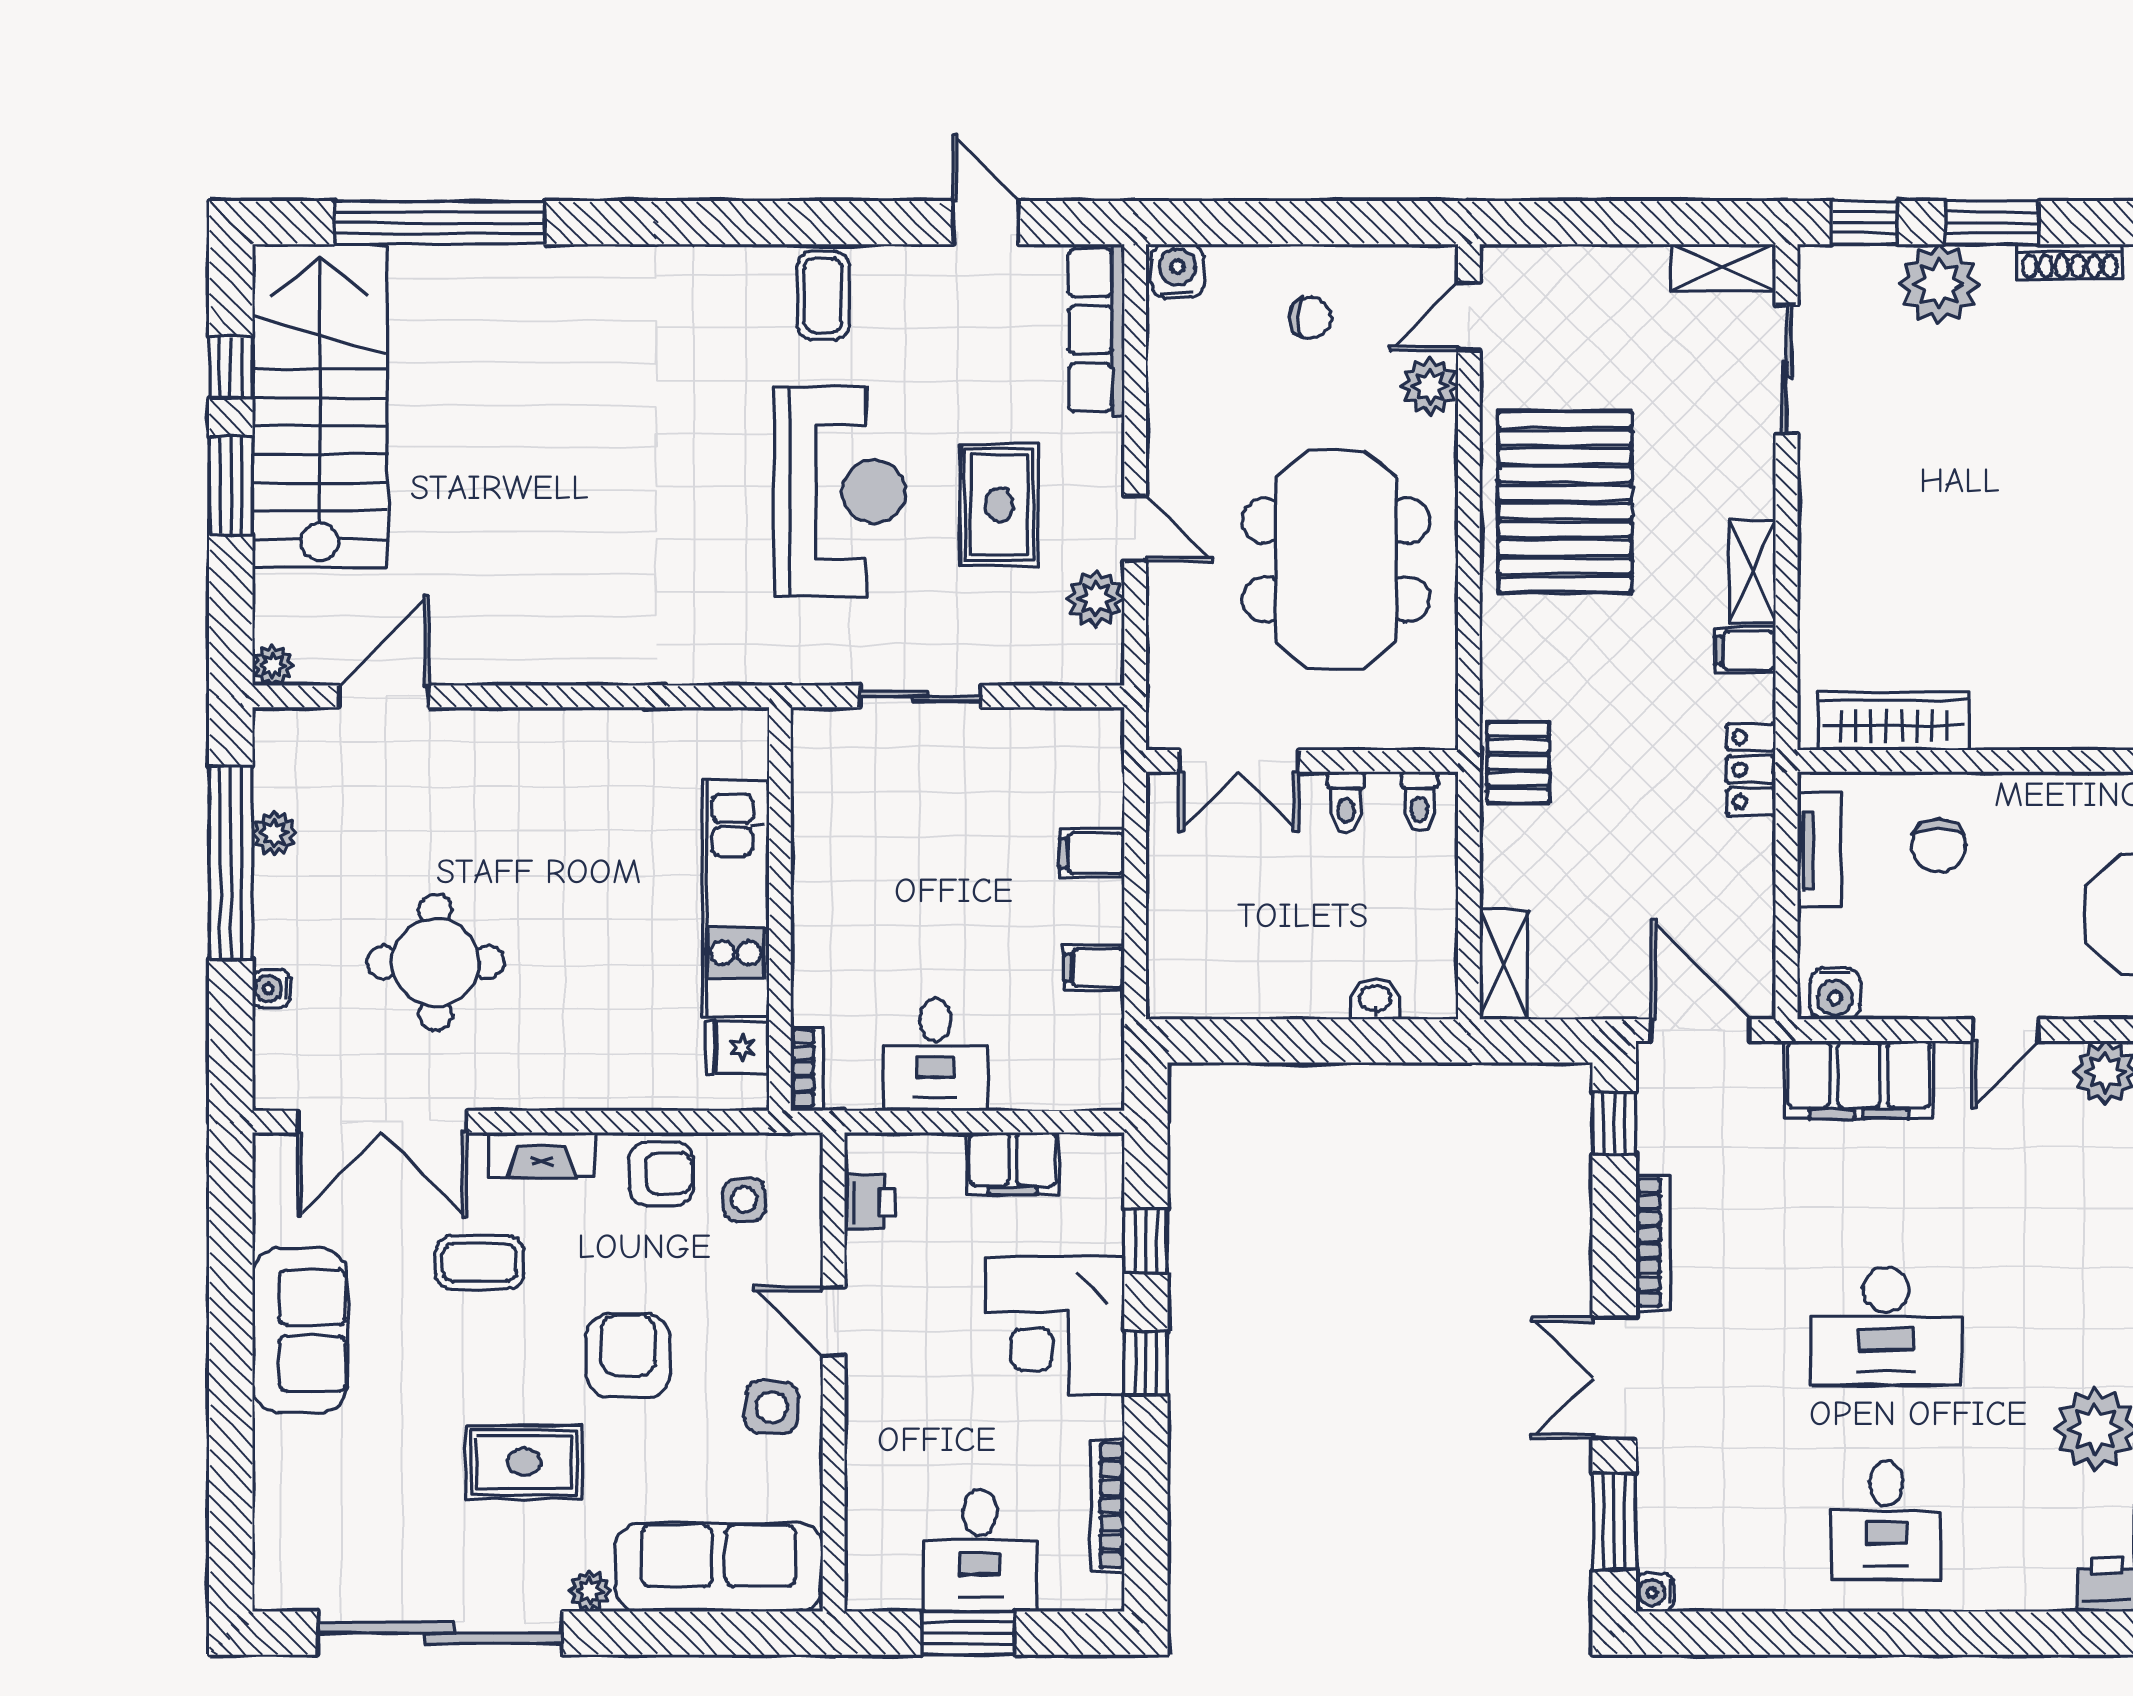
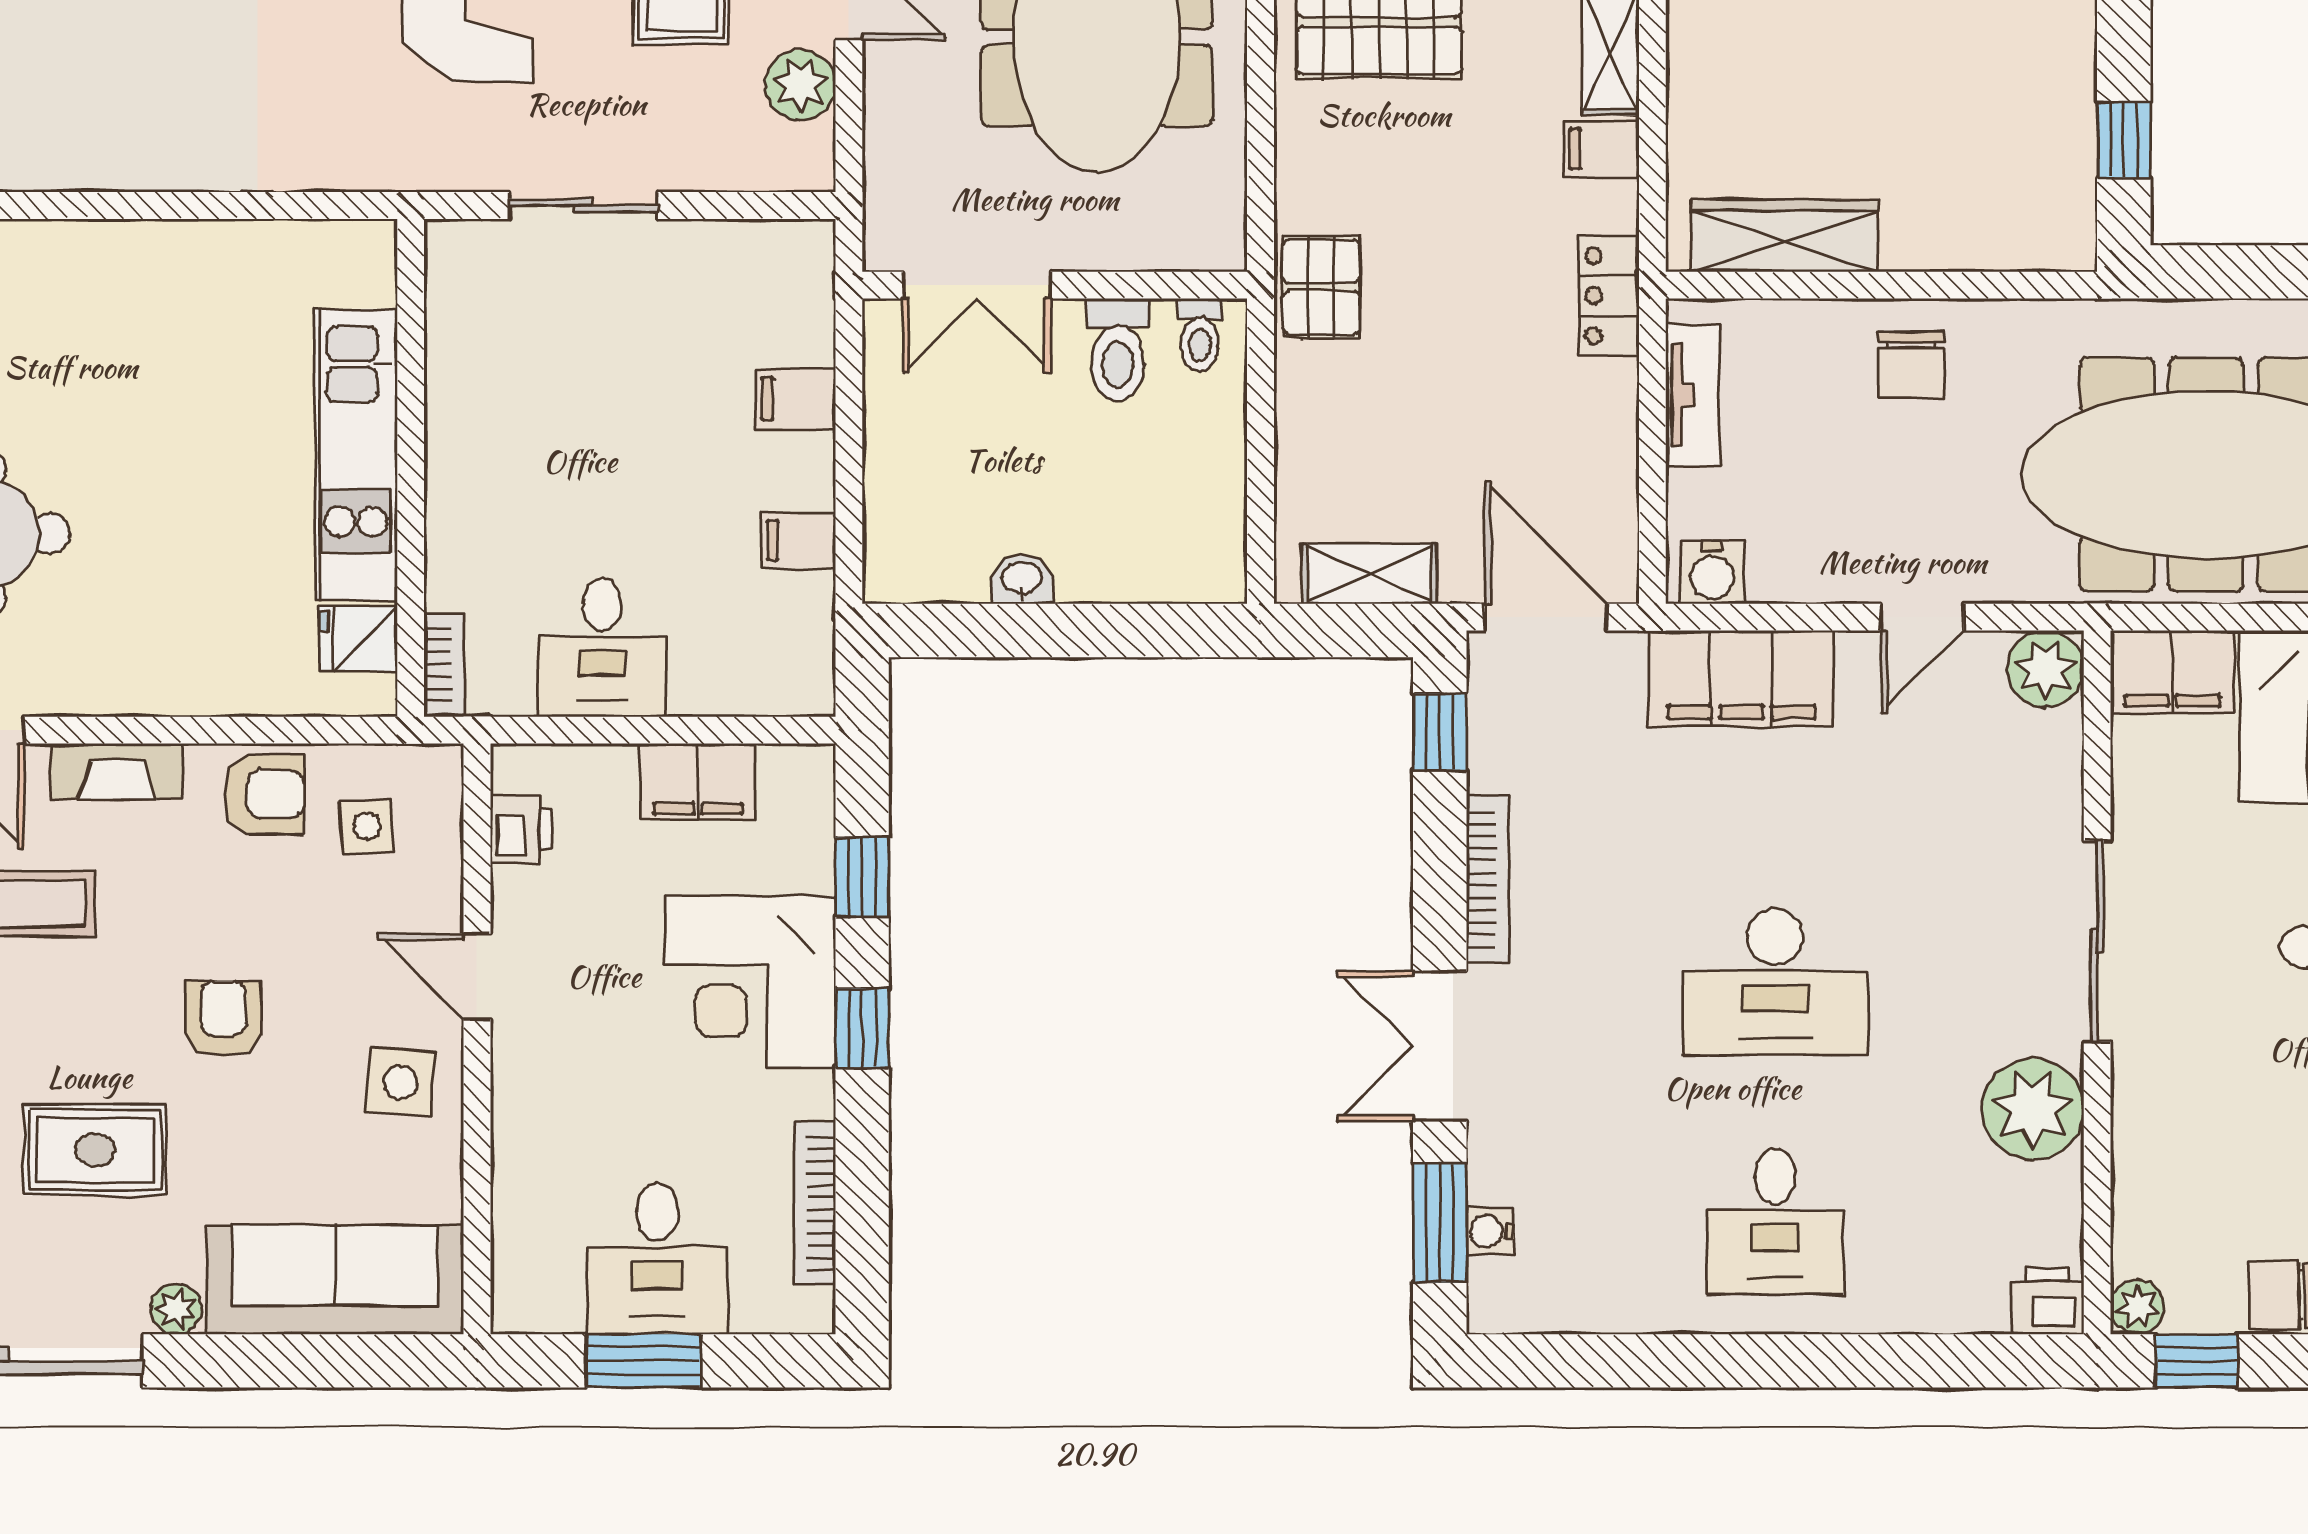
toilet: (1346, 802) -> (1118, 350), width x1.37, depth x1.39
chair: (1939, 846) -> (1911, 365), moved
shelving: (1504, 965) -> (1370, 574), moved, turned 90
washbasin: (1375, 999) -> (1022, 579), moved
armchair: (628, 1356) -> (223, 1019), width x0.72, depth x0.72
water cooler: (1655, 1592) -> (1490, 1231), moved

